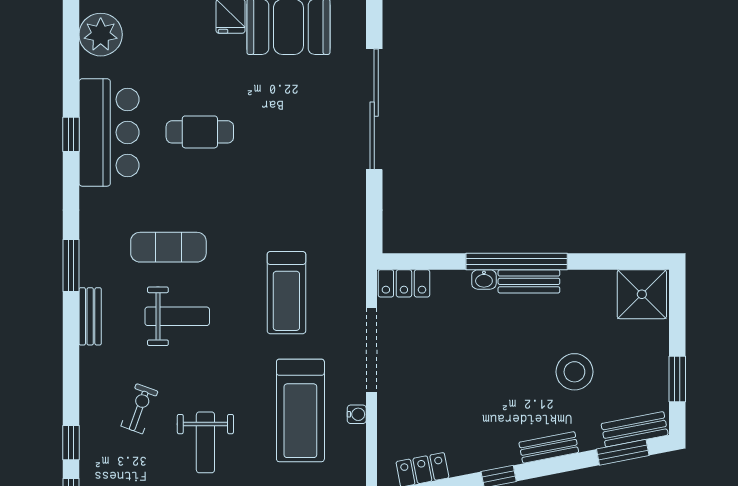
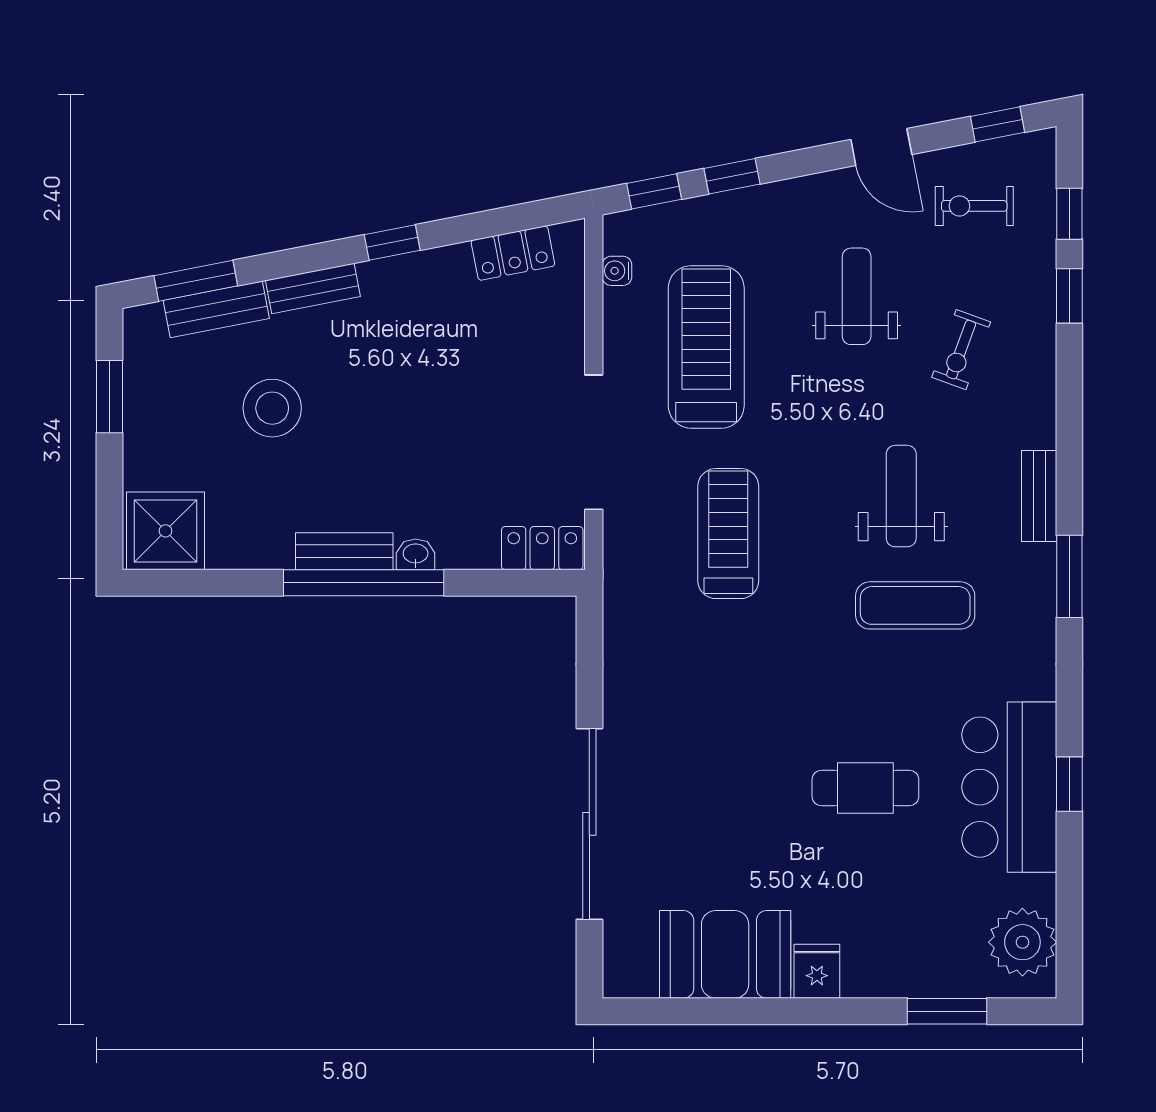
weight bench: (177, 316) -> (901, 496), turned 90
water cooler: (357, 414) -> (617, 271), moved
bench: (635, 429) -> (216, 309), moved

